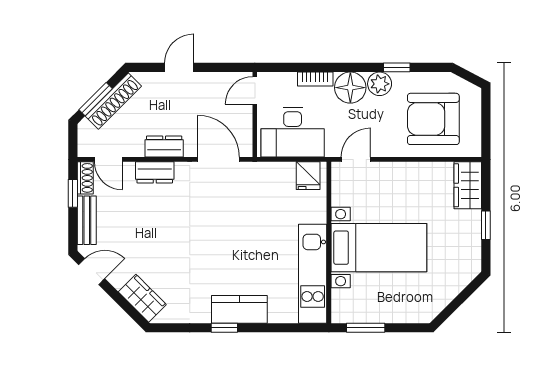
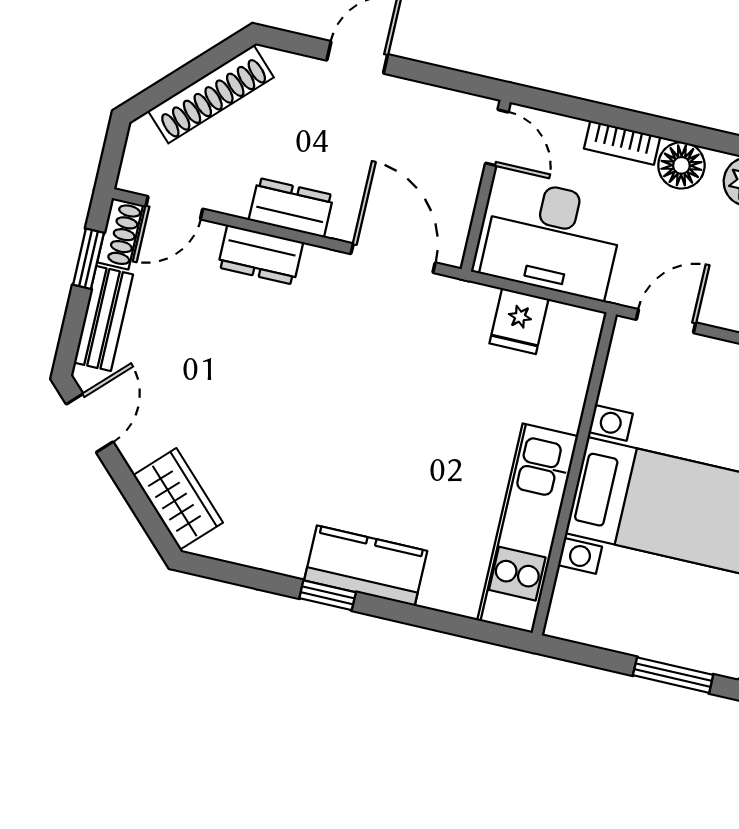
floor lamp: (350, 88) -> (681, 165), width x0.73, depth x0.73
door: (255, 90) -> (497, 138), swing flipped
window: (96, 99) -> (177, 82), removed
door: (108, 159) -> (174, 208), hinge flipped
fridge: (308, 176) -> (519, 321), moved
door: (92, 272) -> (90, 423), hinge flipped
window: (366, 328) -> (673, 675), moved

